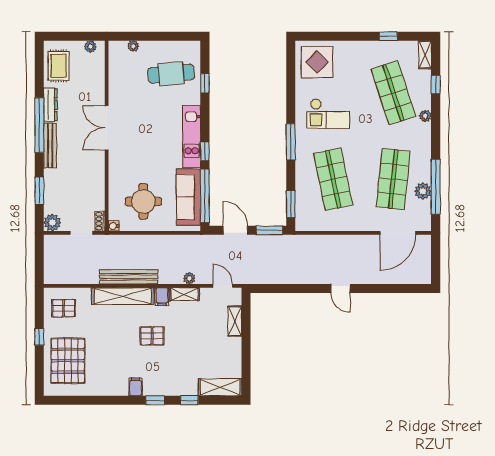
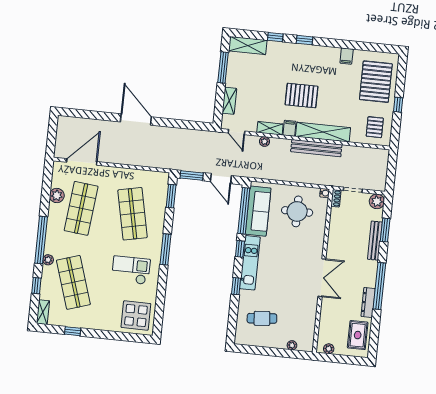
cafe table: (171, 74) -> (262, 318), width x0.73, depth x0.74
window: (205, 83) -> (236, 286), moved
bench: (50, 145) -> (375, 241), moved
window: (436, 187) -> (41, 240), moved
door: (340, 289) -> (136, 119), width x1.87
pallet: (64, 308) -> (375, 127), turned 90
pallet: (152, 336) -> (301, 96), width x1.50, depth x1.42
window: (246, 359) -> (223, 67), added
filing cabinet: (136, 387) -> (347, 56), moved

